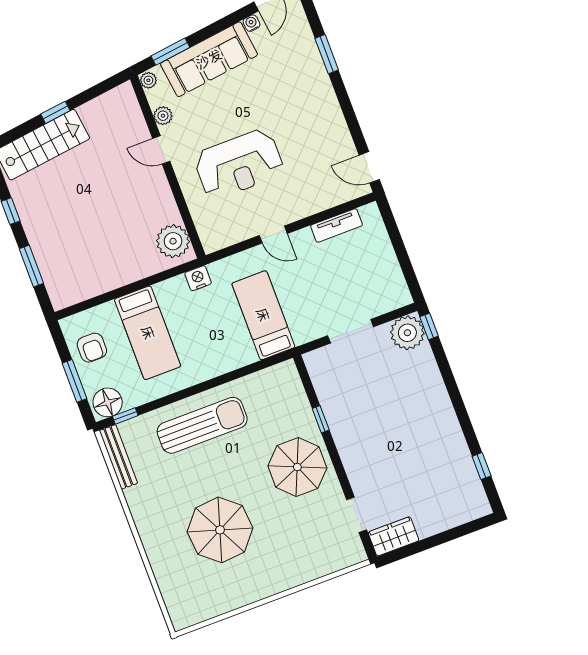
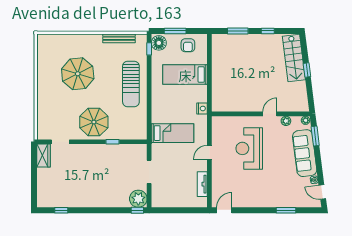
plant: (173, 241) -> (224, 103), removed
armchair: (92, 348) -> (188, 45), turned -90
bench: (118, 457) -> (119, 38), moved

